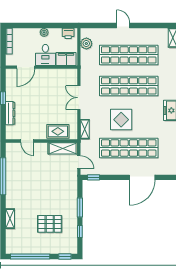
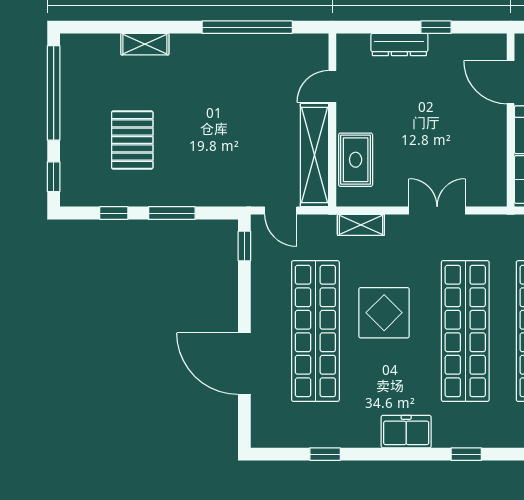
shelving: (63, 148) -> (314, 155), width x1.47
door: (79, 162) -> (281, 211), hinge flipped

